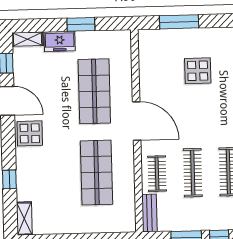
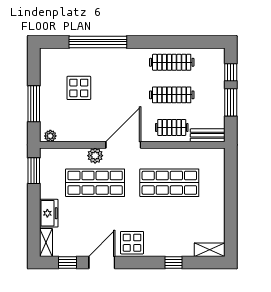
window: (81, 24) -> (34, 171), moved
plant: (144, 41) -> (50, 136), added
plant: (124, 91) -> (95, 156), added

